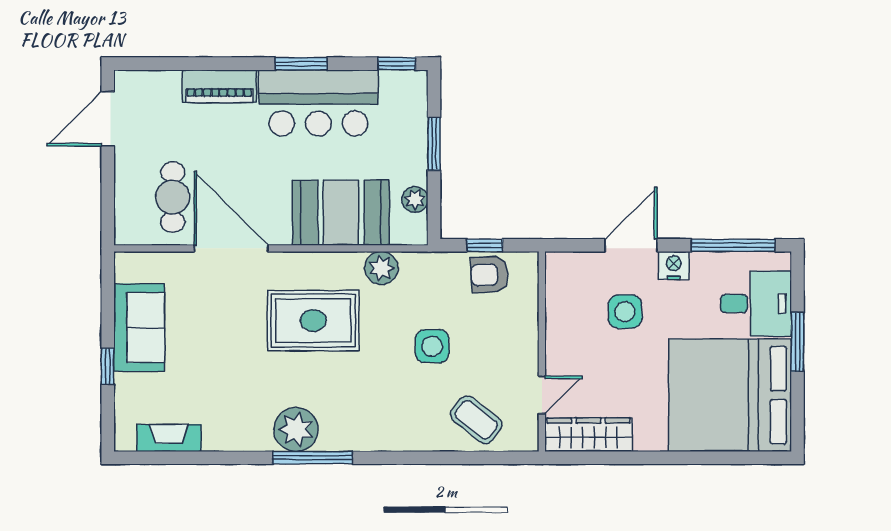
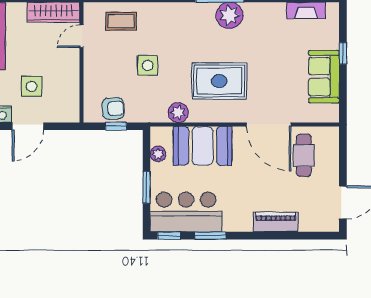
window: (301, 64) -> (210, 236), moved
bar counter: (318, 103) -> (186, 212), moved
coffee table: (476, 420) -> (121, 21), turned -38

